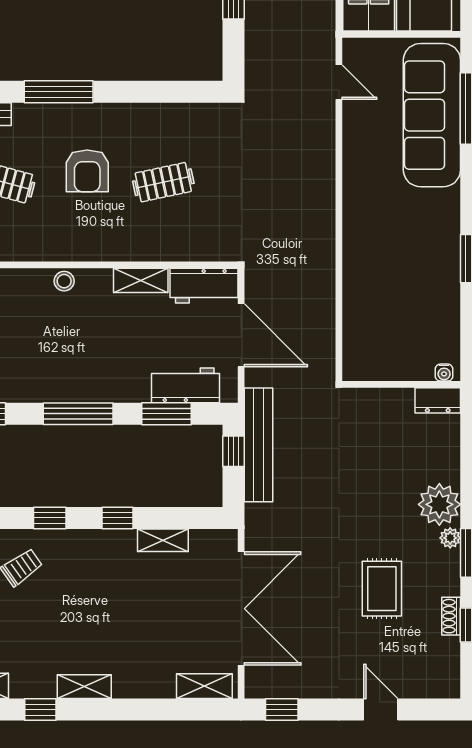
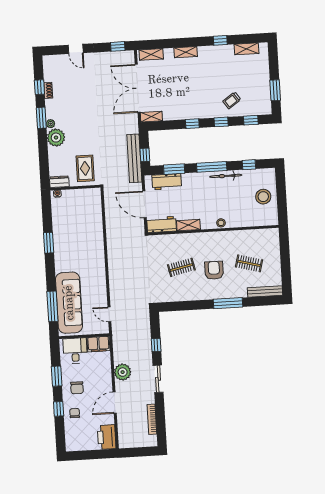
bicycle: (46, 391) -> (226, 176), added
shelving: (163, 540) -> (151, 117), moved
rug: (382, 589) -> (85, 168), moved
shelving: (84, 687) -> (186, 52), moved

